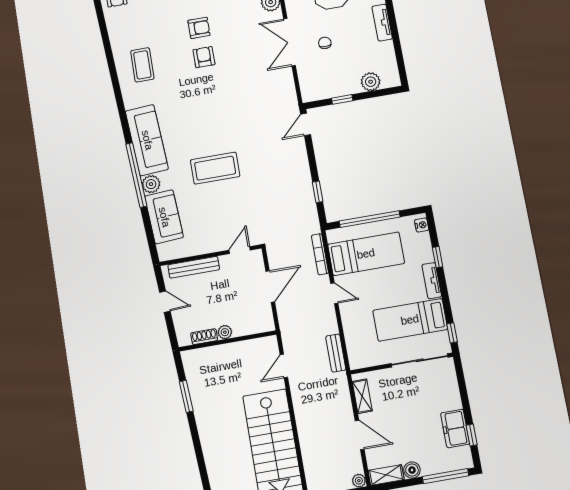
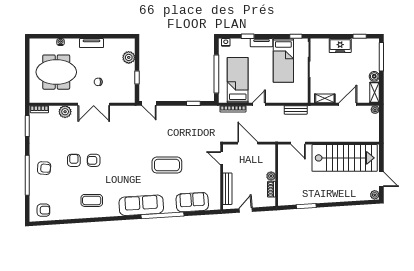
coffee table: (215, 168) -> (167, 165), turned 90
plant: (151, 184) -> (170, 207), removed
freezer: (455, 428) -> (340, 46), moved

